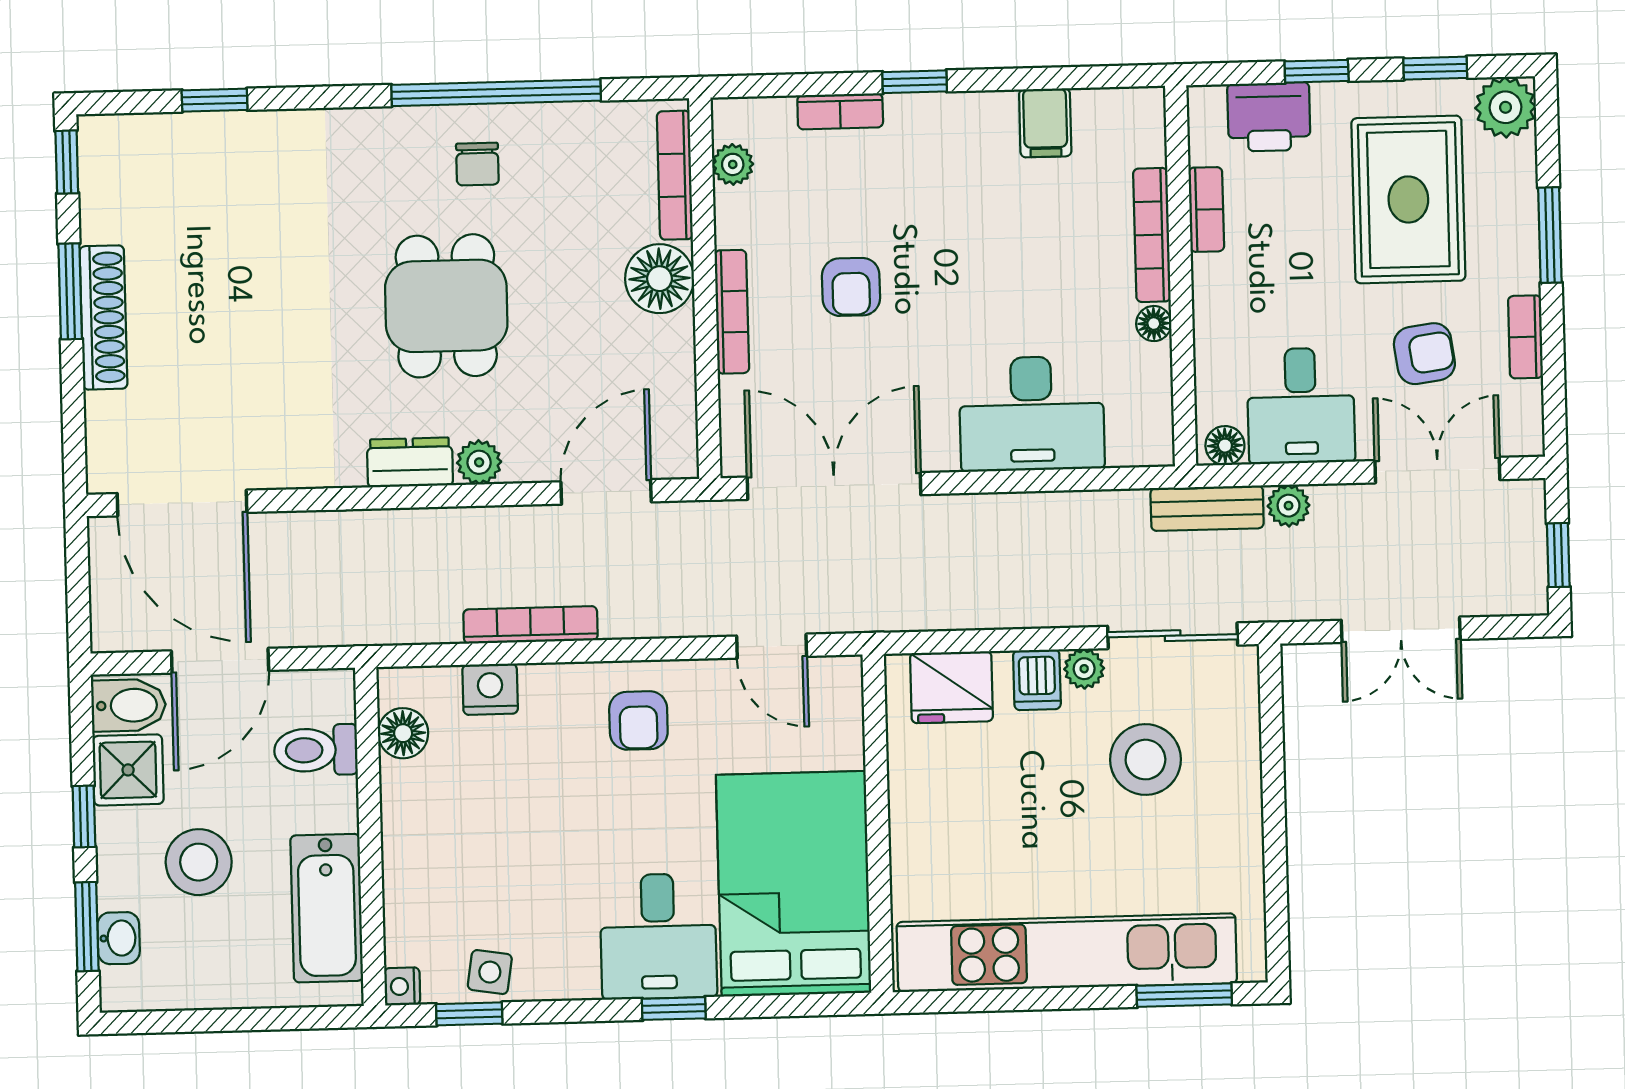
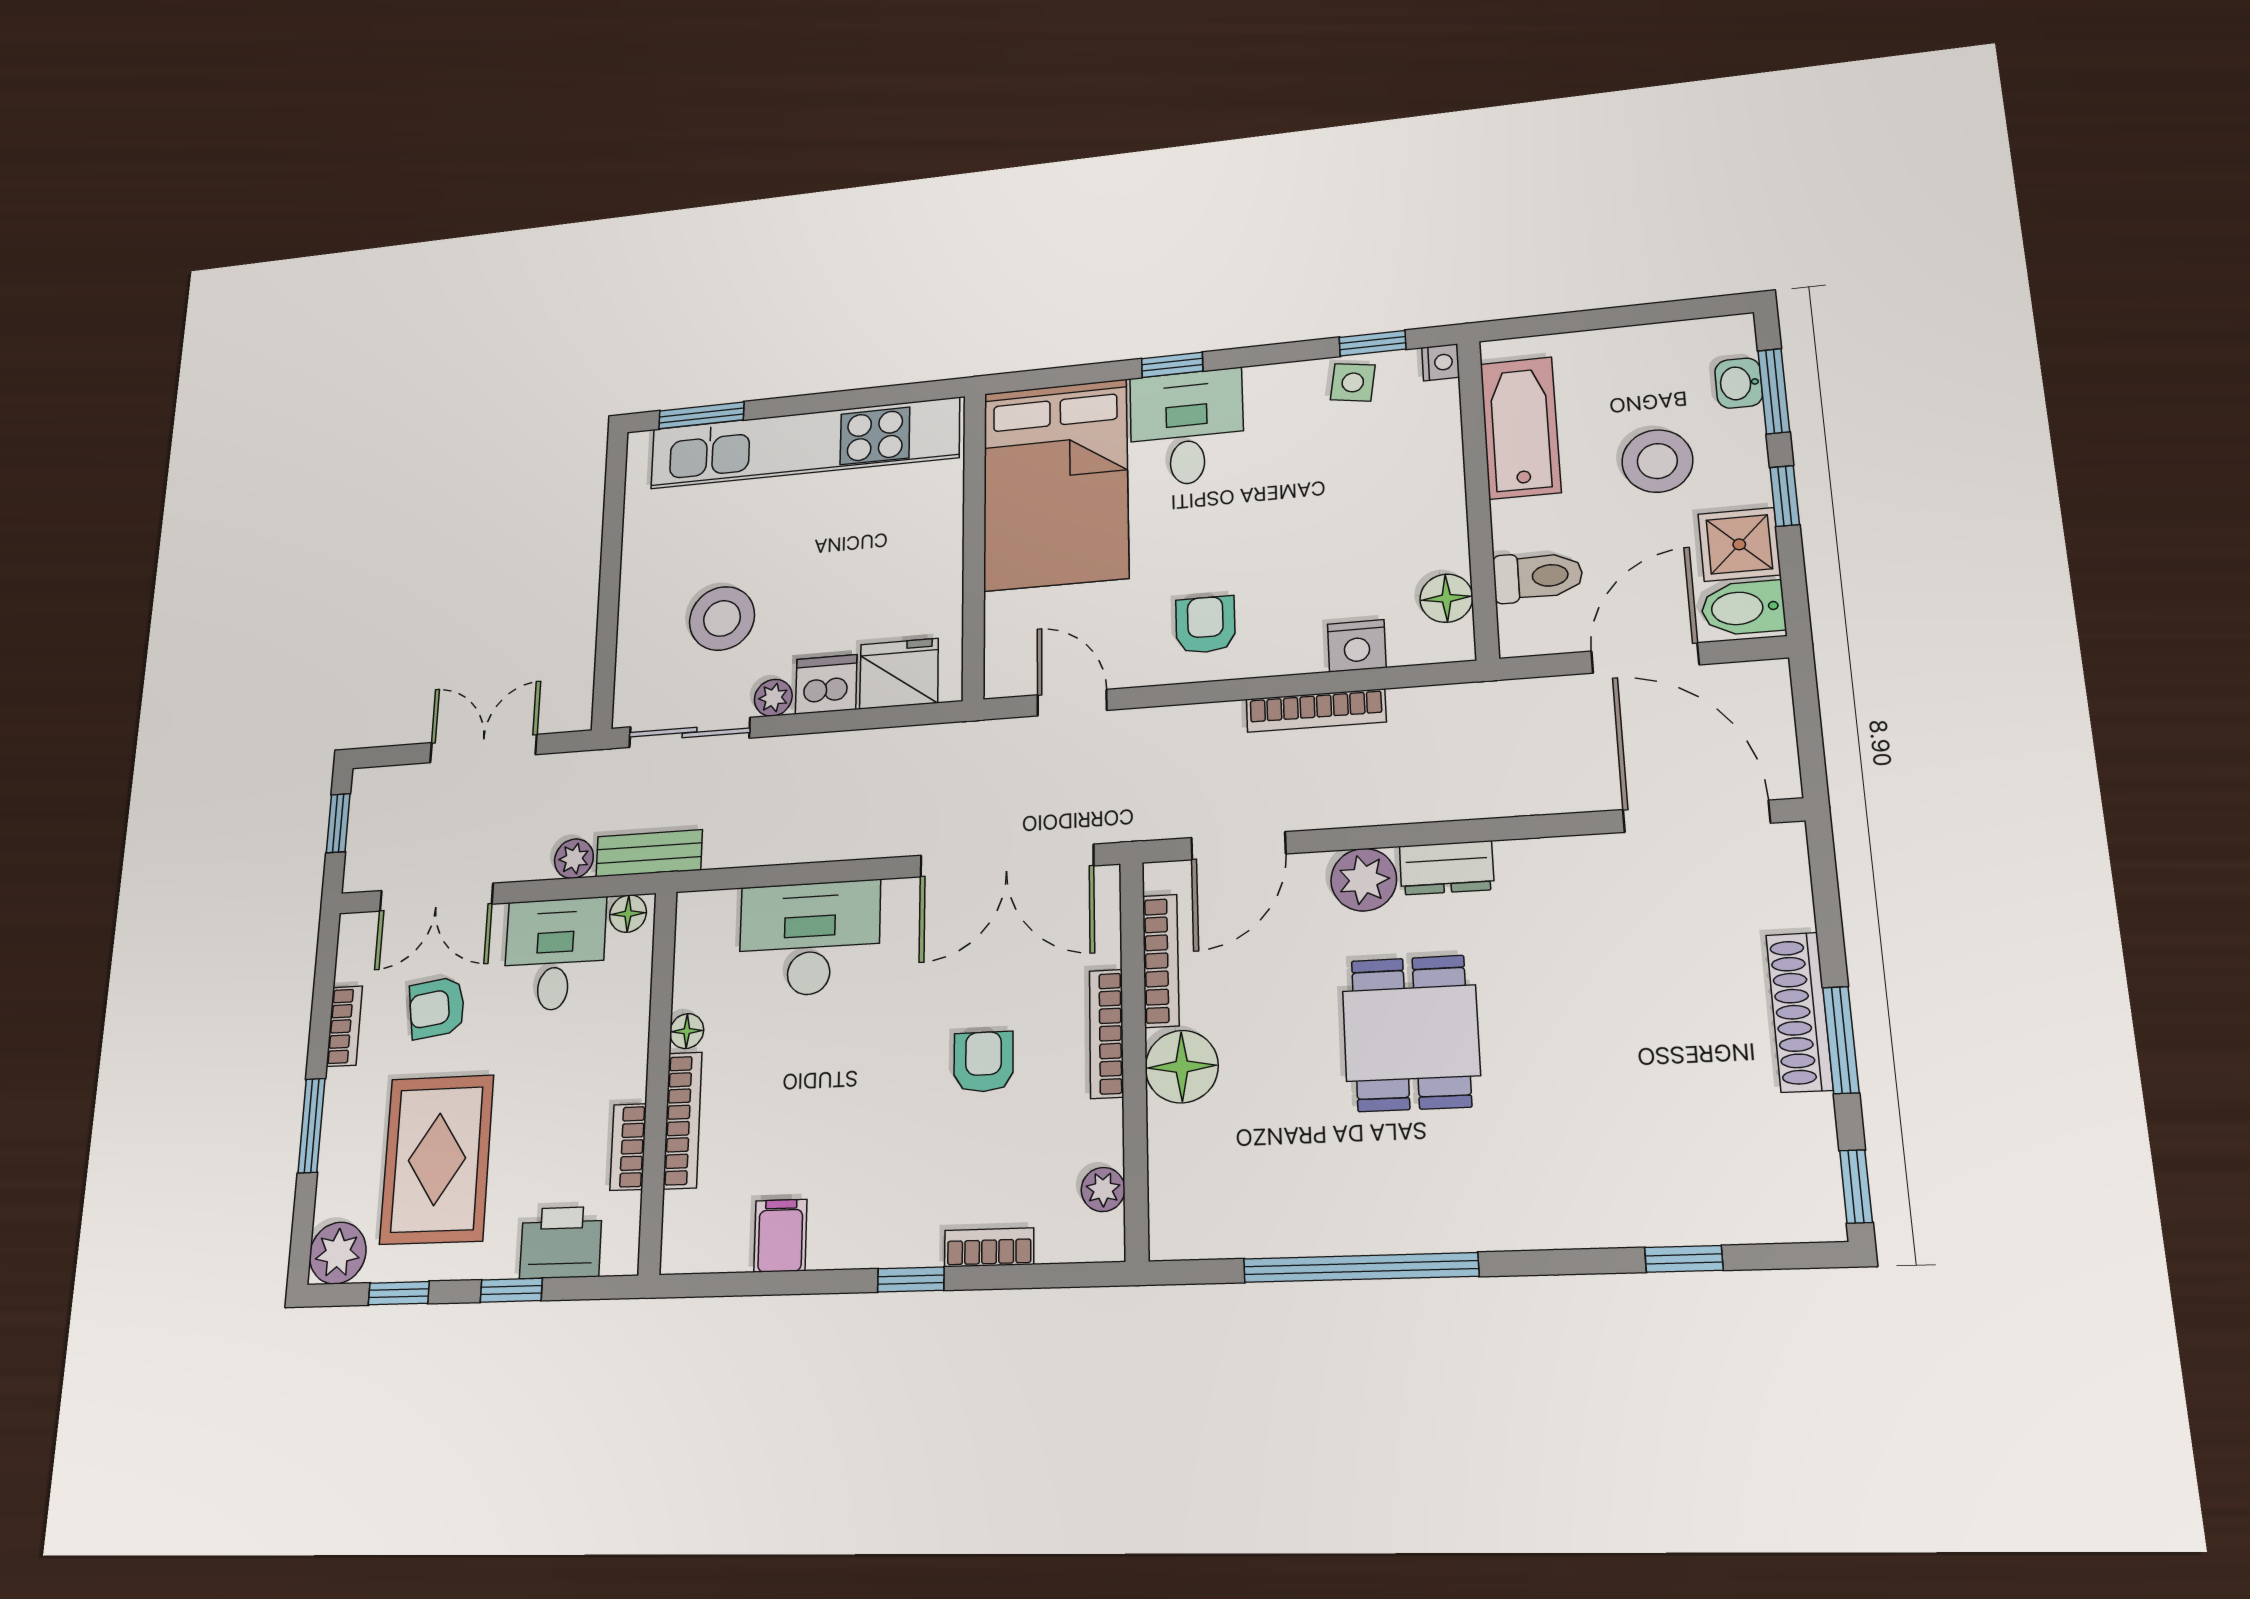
chair: (477, 164) -> (1380, 1188), removed
bookcase: (675, 175) -> (1161, 961), moved
plant: (479, 462) -> (1364, 880), width x1.38, depth x1.38
dishwasher: (1037, 680) -> (826, 684), width x1.38

